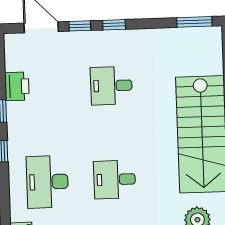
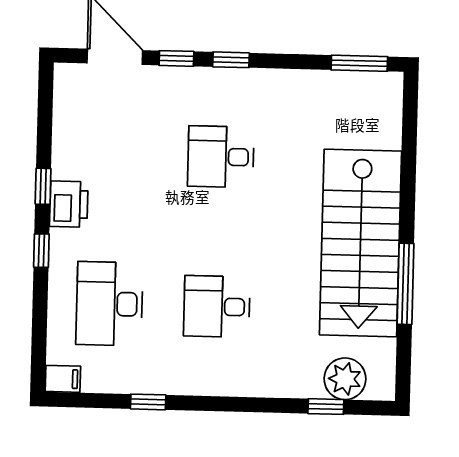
printer: (17, 86) -> (69, 204), moved

